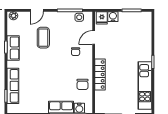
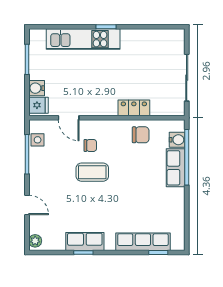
coffee table: (43, 38) -> (92, 172), moved
locker: (100, 75) -> (134, 108), width x0.66
kitchen unit: (145, 86) -> (83, 39), moved

